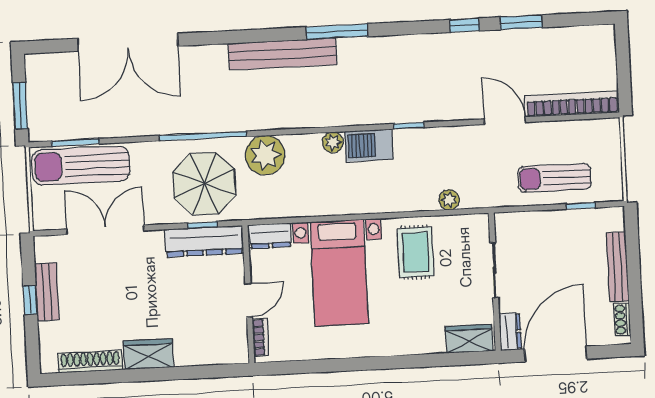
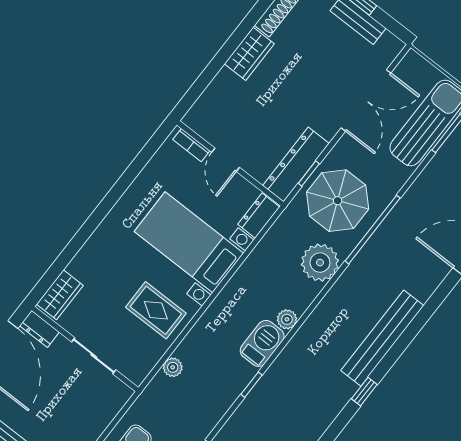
window: (337, 32) -> (364, 392), width x0.46

